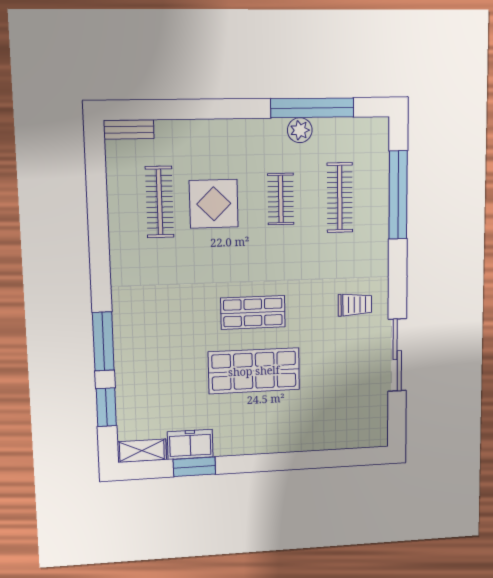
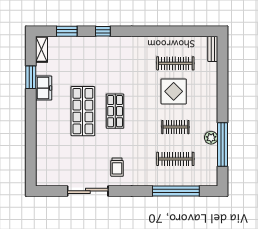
window: (103, 341) -> (103, 31), width x0.46
freezer: (190, 444) -> (44, 88), moved

